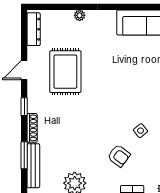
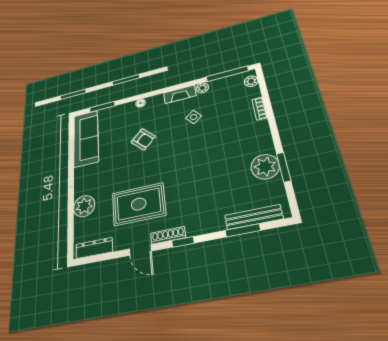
plant: (80, 15) -> (84, 206), width x1.88, depth x1.88
shoe rack: (32, 128) -> (168, 235), moved
armchair: (119, 156) -> (143, 139), moved, turned 98

